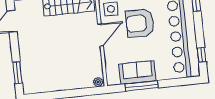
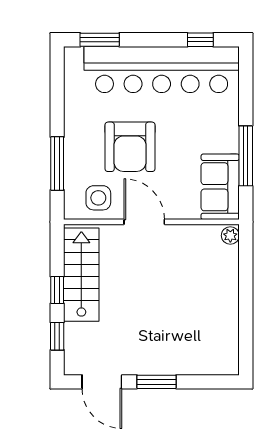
sofa: (137, 72) -> (220, 187), moved
window: (17, 73) -> (157, 382), moved

